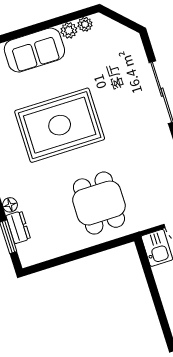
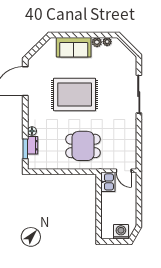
dining table: (99, 203) -> (83, 146), turned 90

